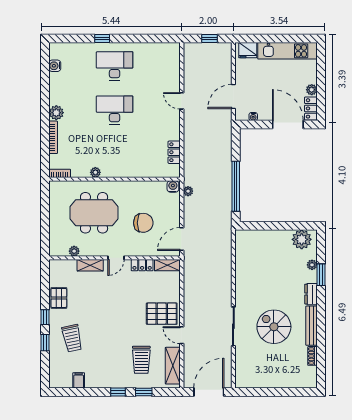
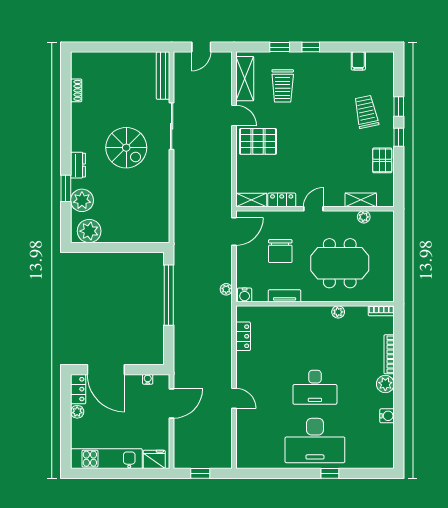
water cooler: (55, 66) -> (387, 416), moved
desk: (115, 66) -> (315, 440), width x1.36, depth x1.30
tv unit: (140, 186) -> (285, 296), added
chair: (143, 223) -> (280, 251), turned -90
shelving: (90, 265) -> (361, 200), moved
plant: (312, 265) -> (82, 200), width x1.88, depth x1.88
bench: (311, 326) -> (163, 76), moved
spiral stairs: (274, 327) -> (126, 148), moved
trolley: (141, 360) -> (283, 86), turned 180
door: (209, 392) -> (201, 47), width x0.53

